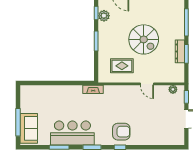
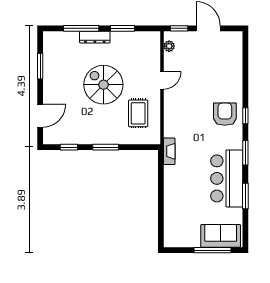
plant: (104, 16) -> (72, 137), removed
spiral stairs: (144, 39) -> (103, 85), turned -90
dresser: (180, 51) -> (95, 37), moved

